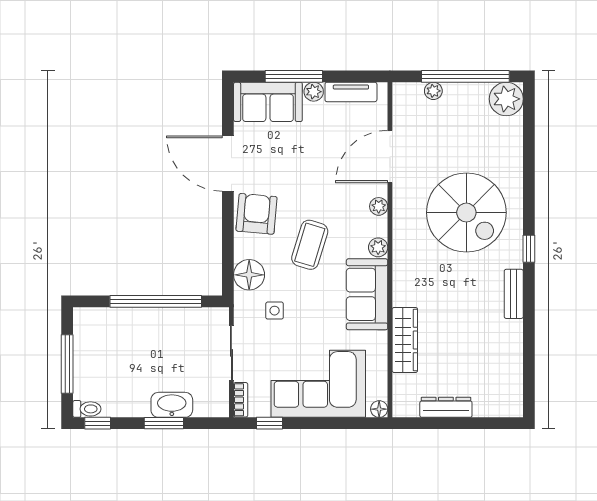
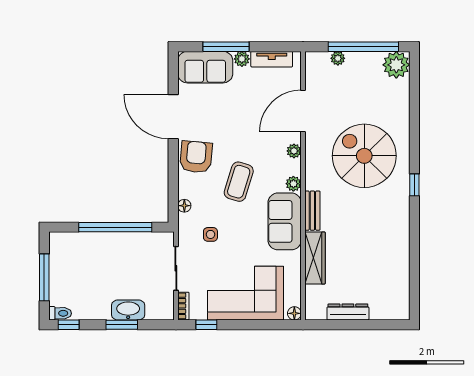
spiral stairs: (466, 213) -> (364, 156), turned 180
floor lamp: (249, 275) -> (184, 206), width x0.53, depth x0.53
bench: (514, 294) -> (312, 211), moved

